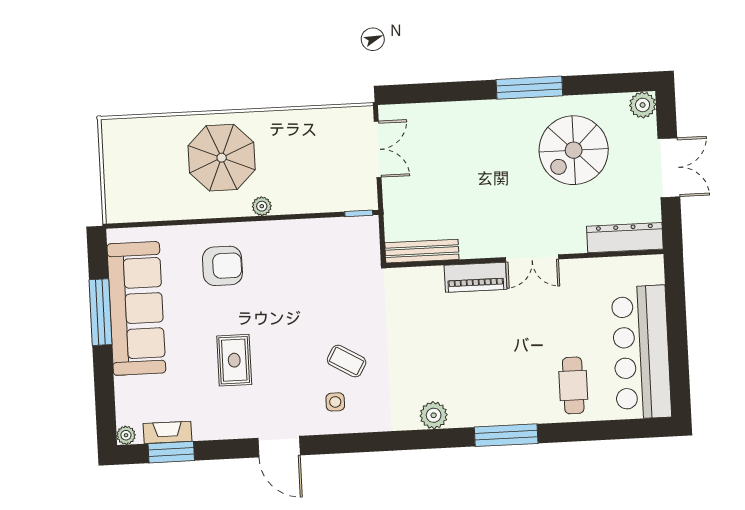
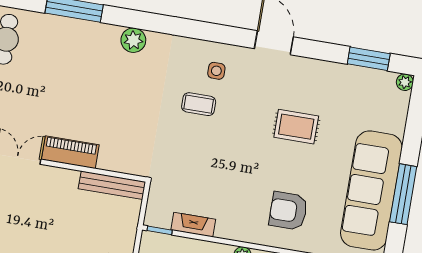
rug: (234, 360) -> (296, 127), turned 90
coffee table: (347, 361) -> (199, 104), turned -30
fireplace: (167, 432) -> (193, 225), moved, turned 180

